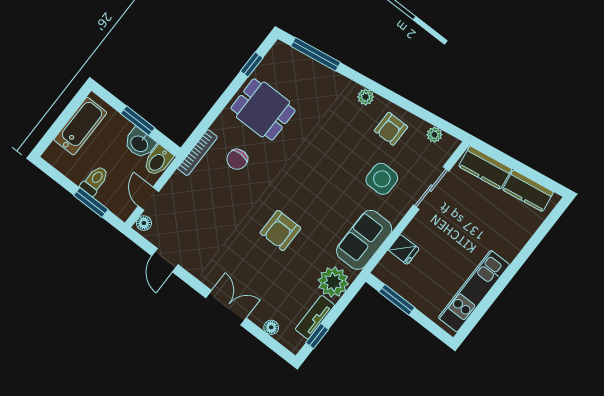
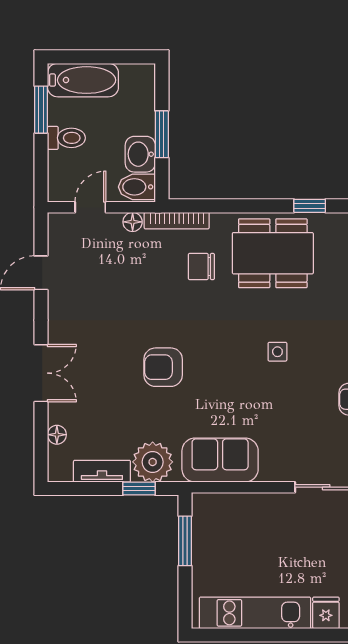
dining table: (263, 109) -> (273, 253), width x1.38
bathtub: (80, 126) -> (83, 80), moved
side table: (382, 179) -> (277, 352), moved, width x0.54, depth x0.54
window: (91, 202) -> (41, 110), moved
floor lamp: (144, 223) -> (133, 222), moved
fridge: (404, 249) -> (326, 613), moved, turned 180
window: (317, 336) -> (139, 489), moved

